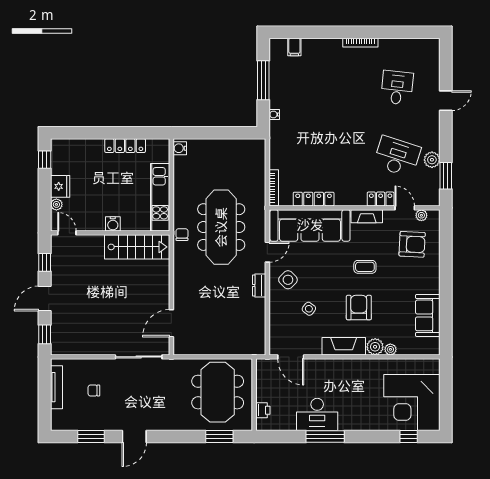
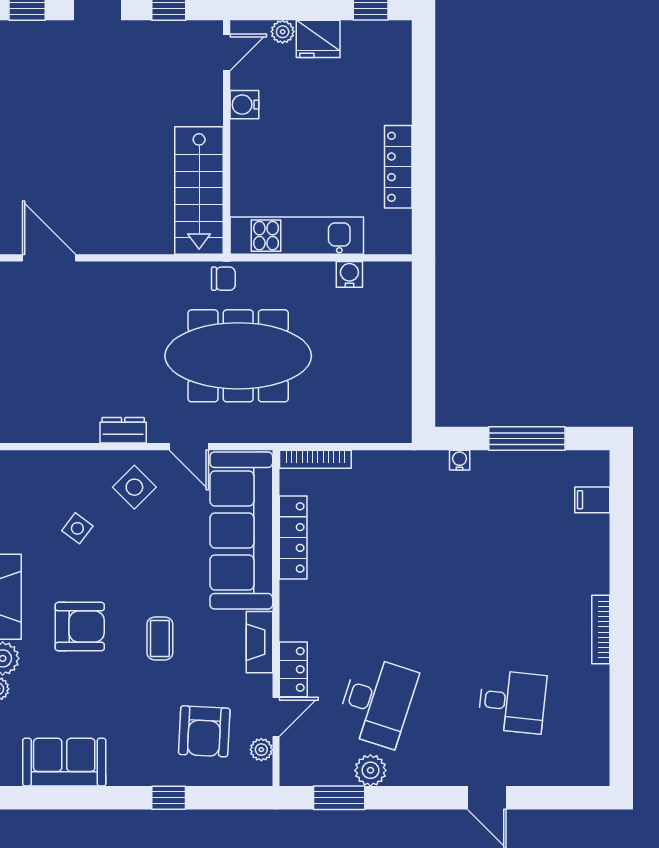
water cooler: (180, 148) -> (349, 274), moved
water cooler: (113, 224) -> (244, 105), moved
window: (446, 262) -> (169, 798), added

